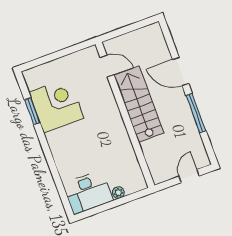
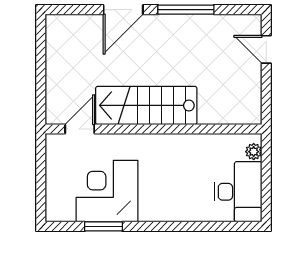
door: (107, 66) -> (80, 129), moved
stairs: (139, 104) -> (146, 105), moved
wall: (125, 115) -> (154, 129), moved

